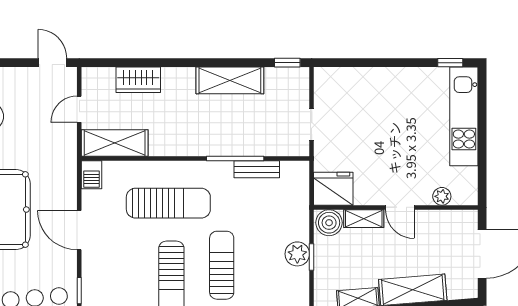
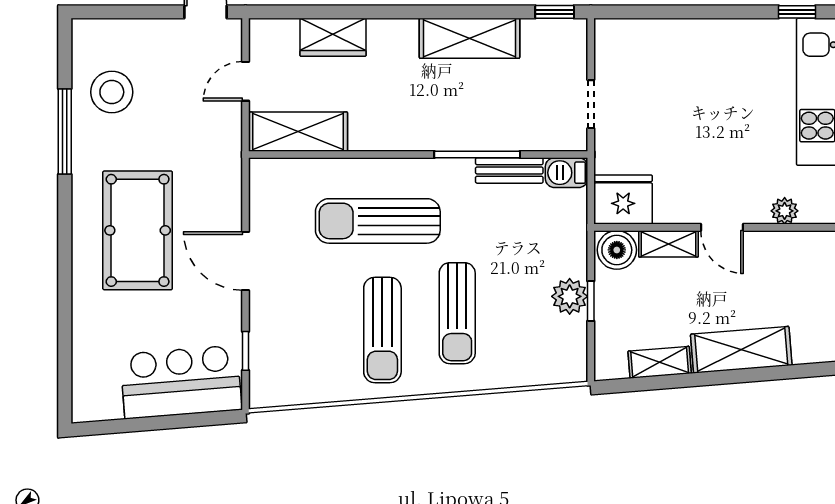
barbecue: (91, 175) -> (567, 173), moved, turned 90
sun lounger: (168, 203) -> (378, 221), turned 180
sun lounger: (222, 265) -> (457, 313), turned 180

